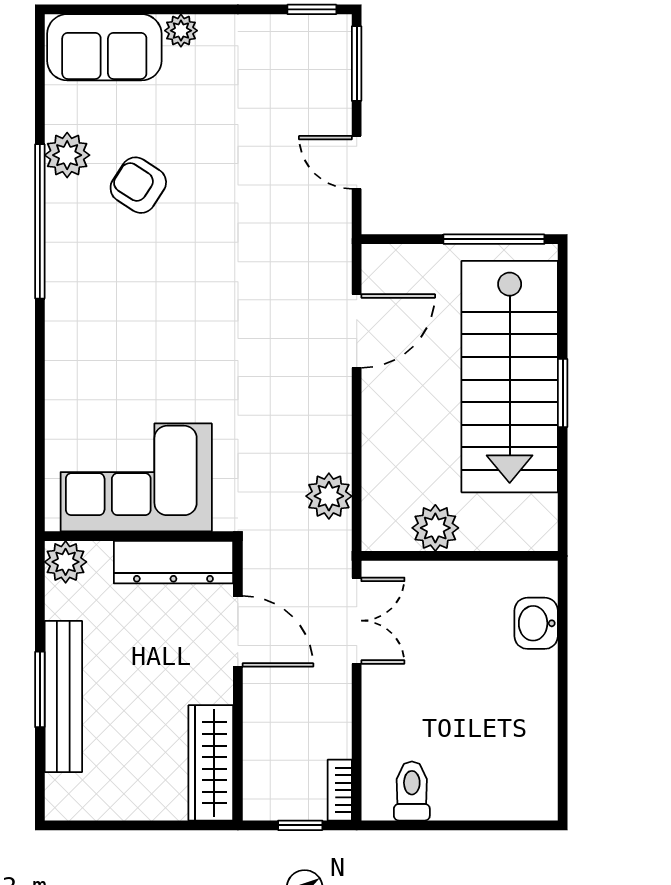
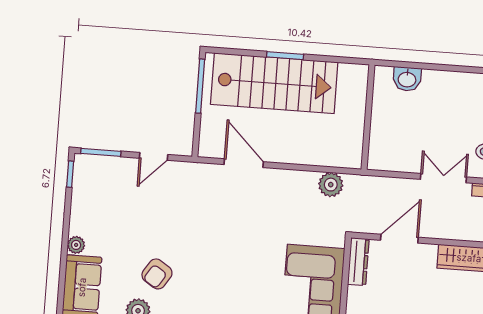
plant: (435, 528) -> (352, 129), removed
dresser: (173, 562) -> (358, 262), width x0.73, depth x0.80
double door: (357, 621) -> (443, 178), moved

